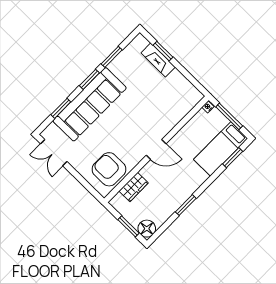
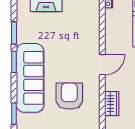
window: (61, 108) -> (14, 114), moved
armchair: (109, 169) -> (69, 96), moved, turned 90

